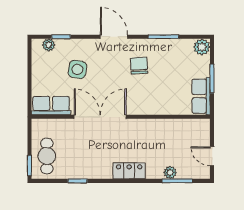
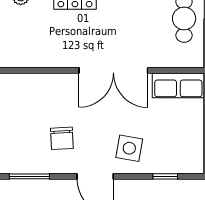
plant: (49, 45) -> (182, 166), removed
side table: (77, 69) -> (129, 148), moved

